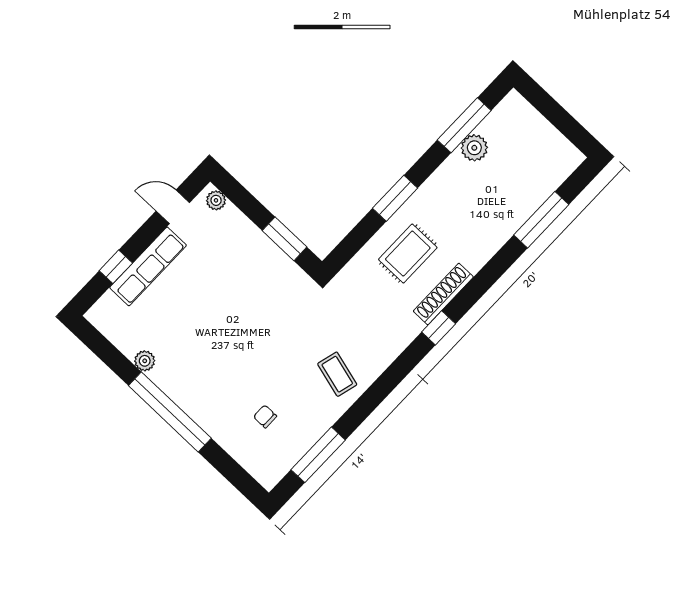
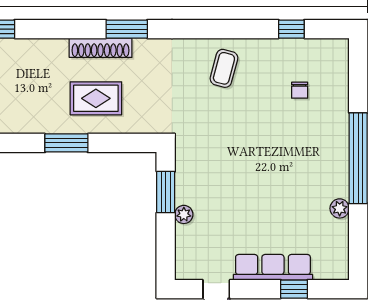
plant: (216, 200) -> (184, 214), moved
window: (439, 328) -> (127, 29), width x1.50
window: (318, 455) -> (291, 29), width x0.46

